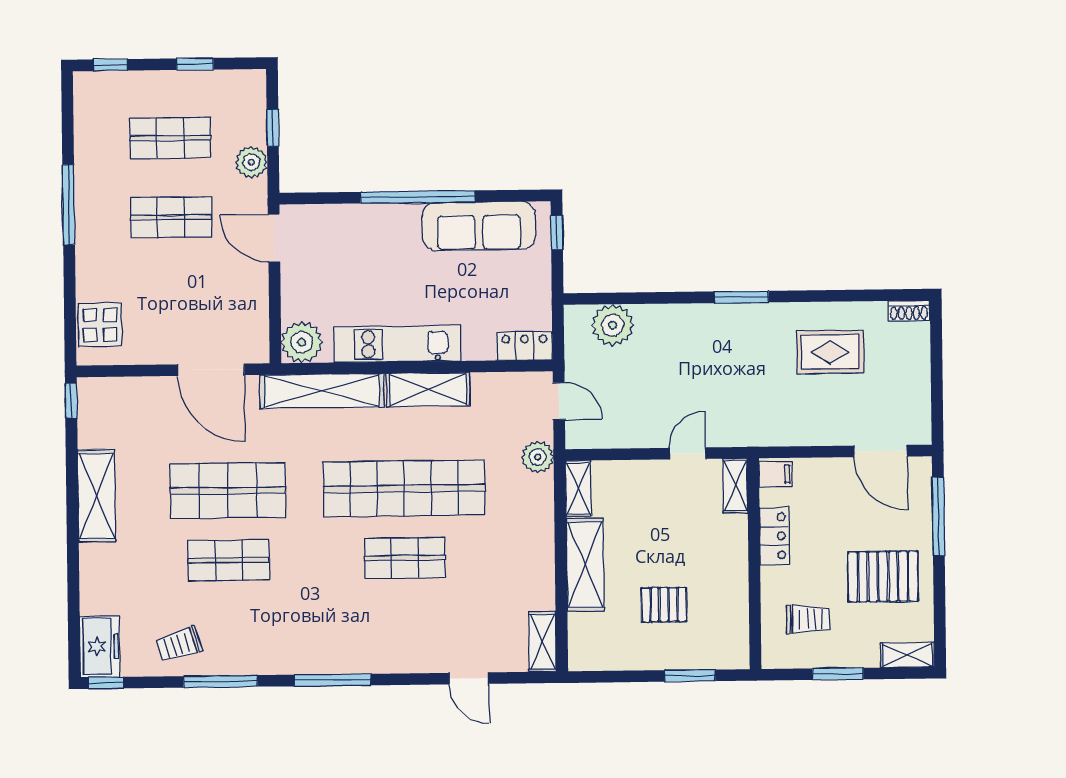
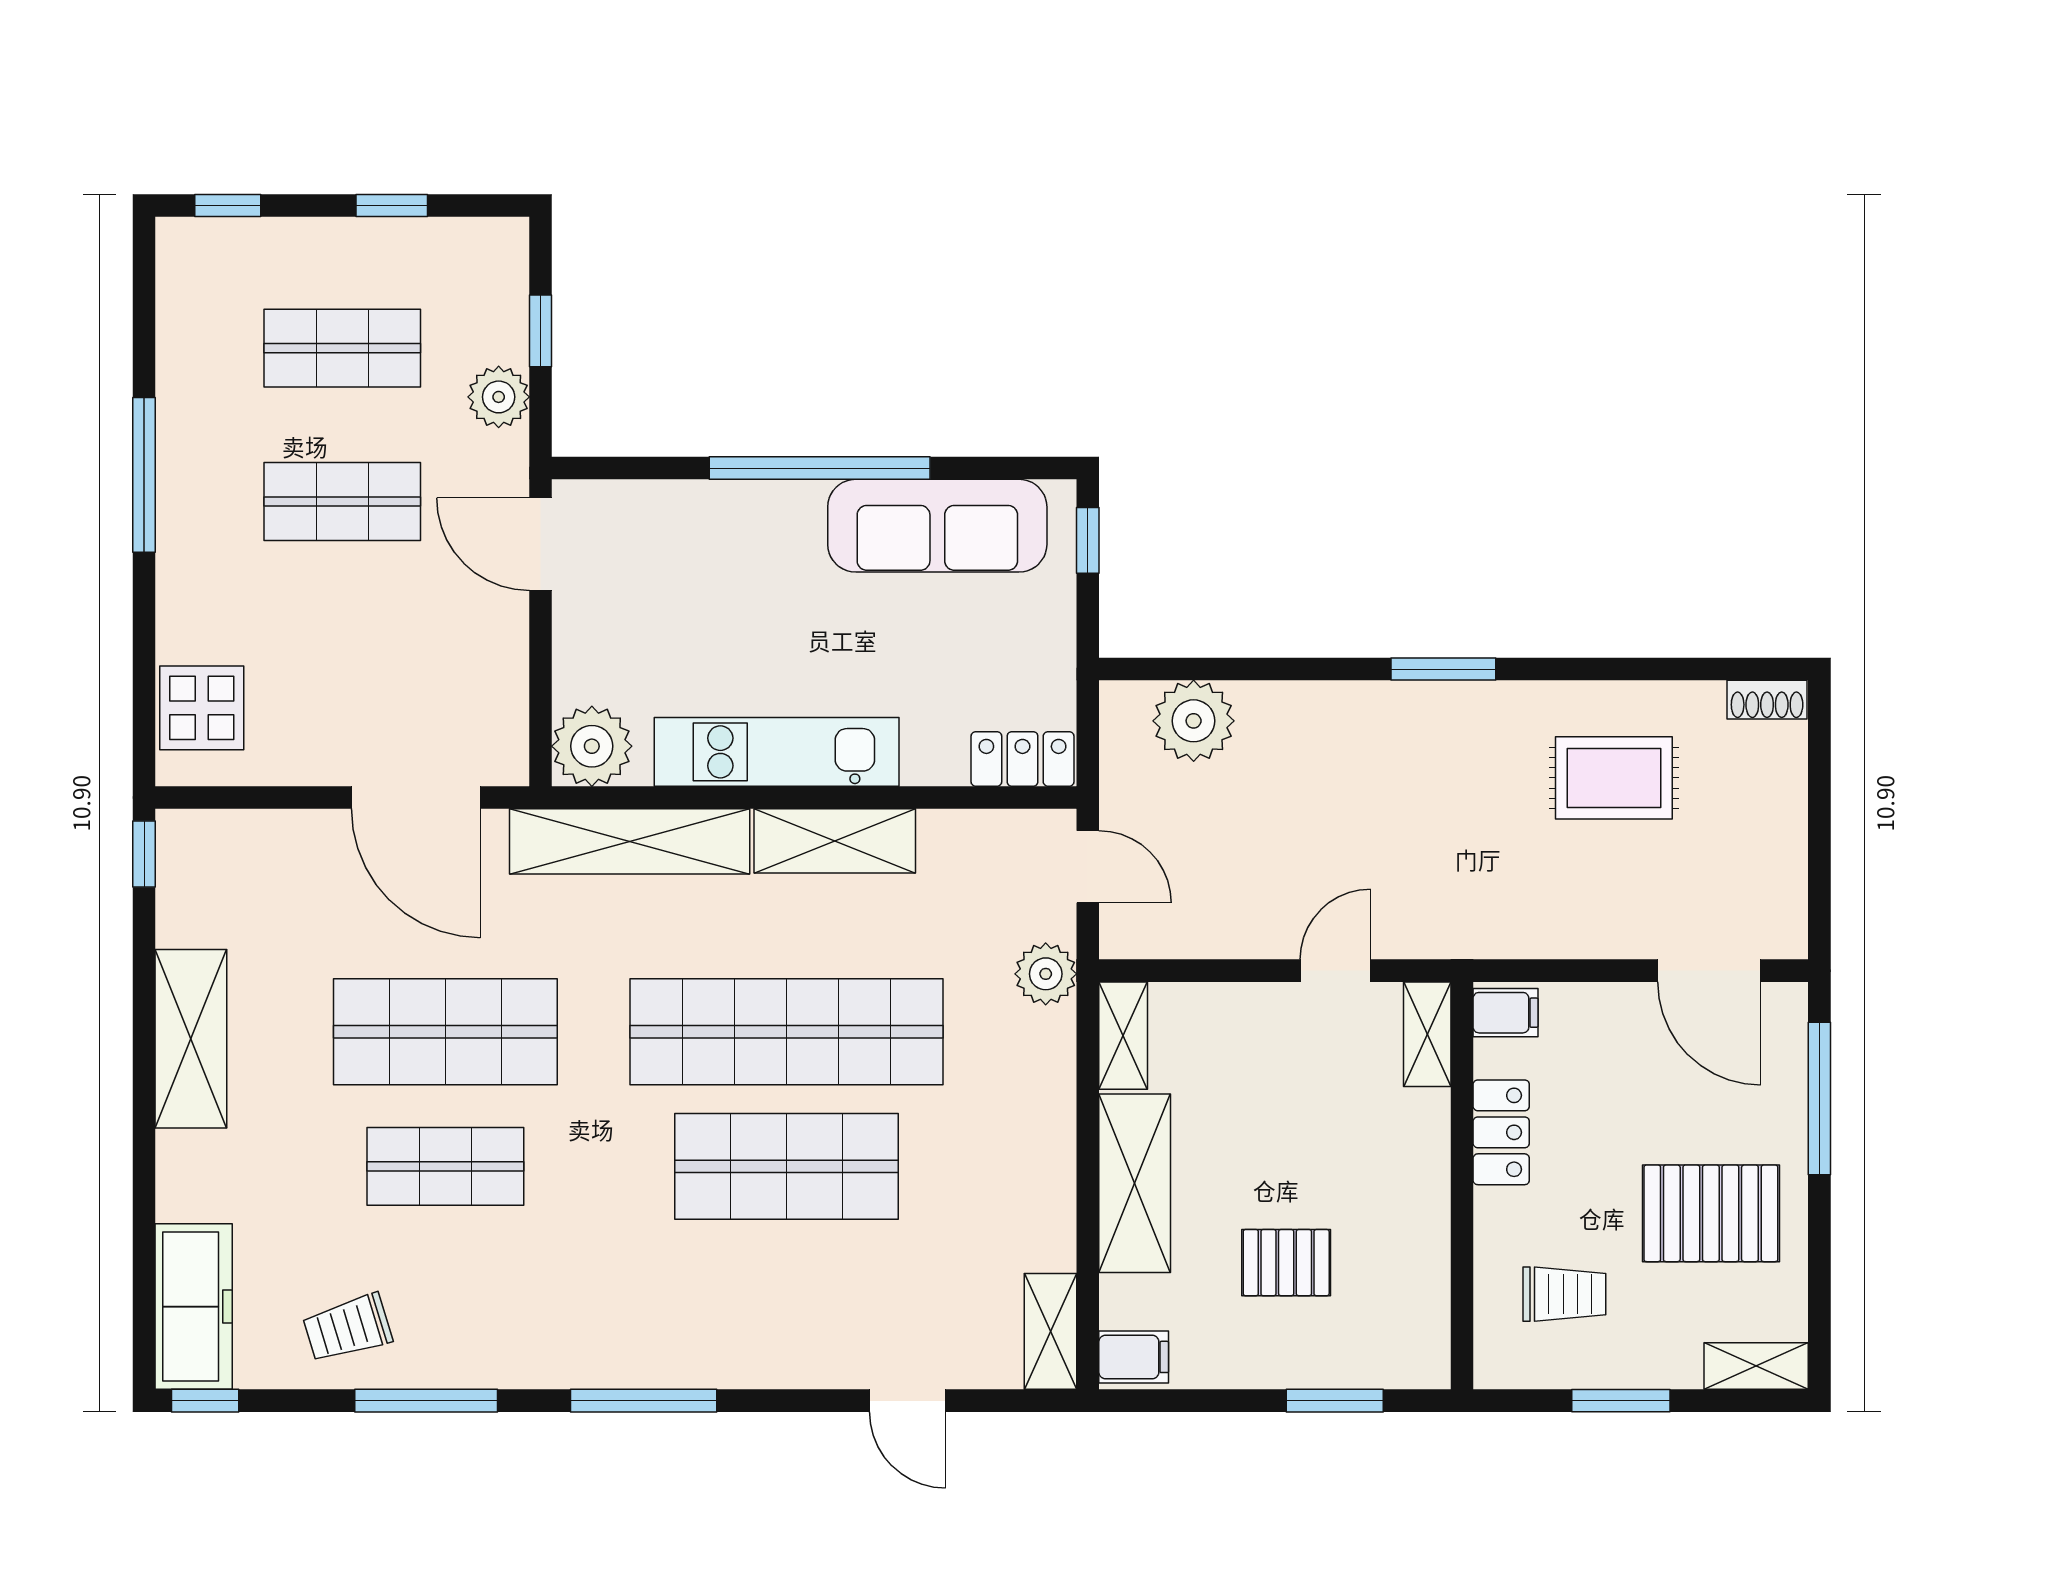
shop shelf: (405, 558) -> (786, 1166), width x1.43, depth x1.36
freezer: (100, 646) -> (194, 1307), width x1.40
filing cabinet: (586, 654) -> (1134, 1357), added

